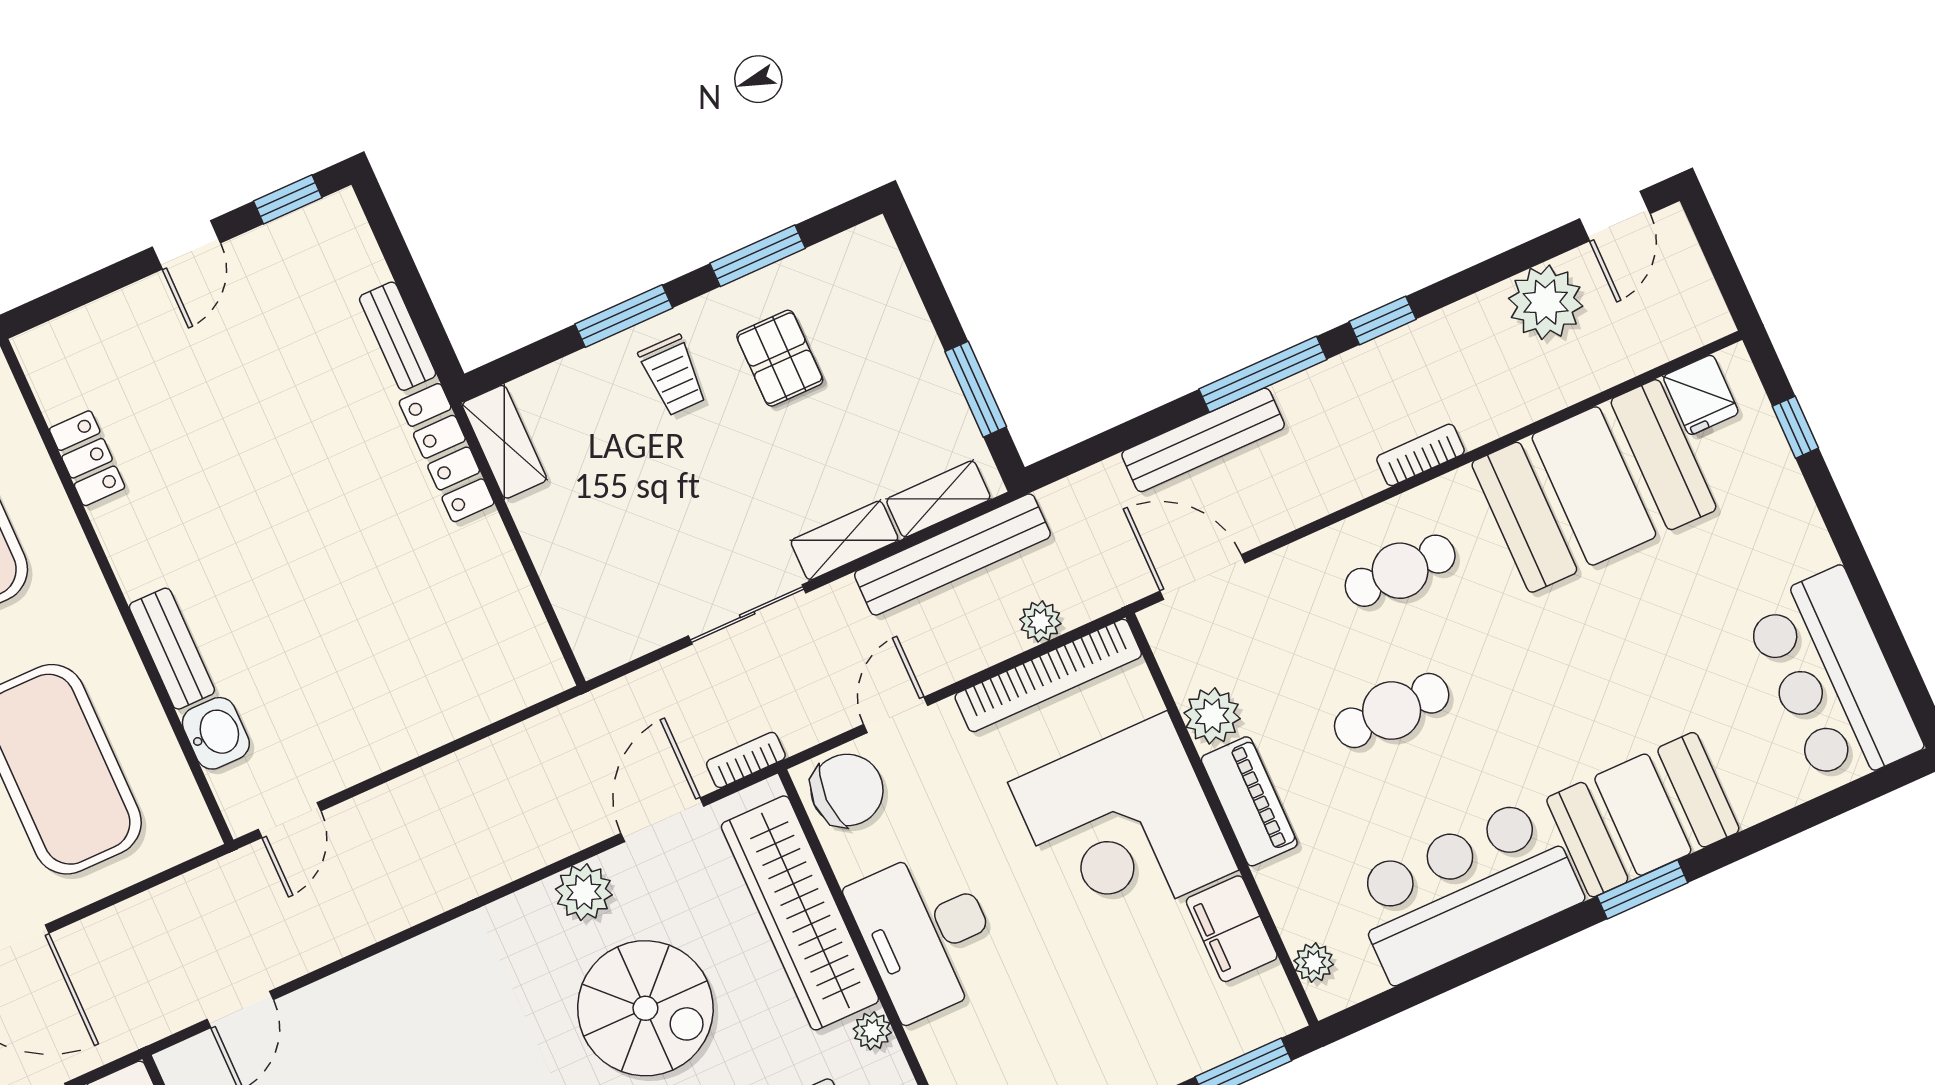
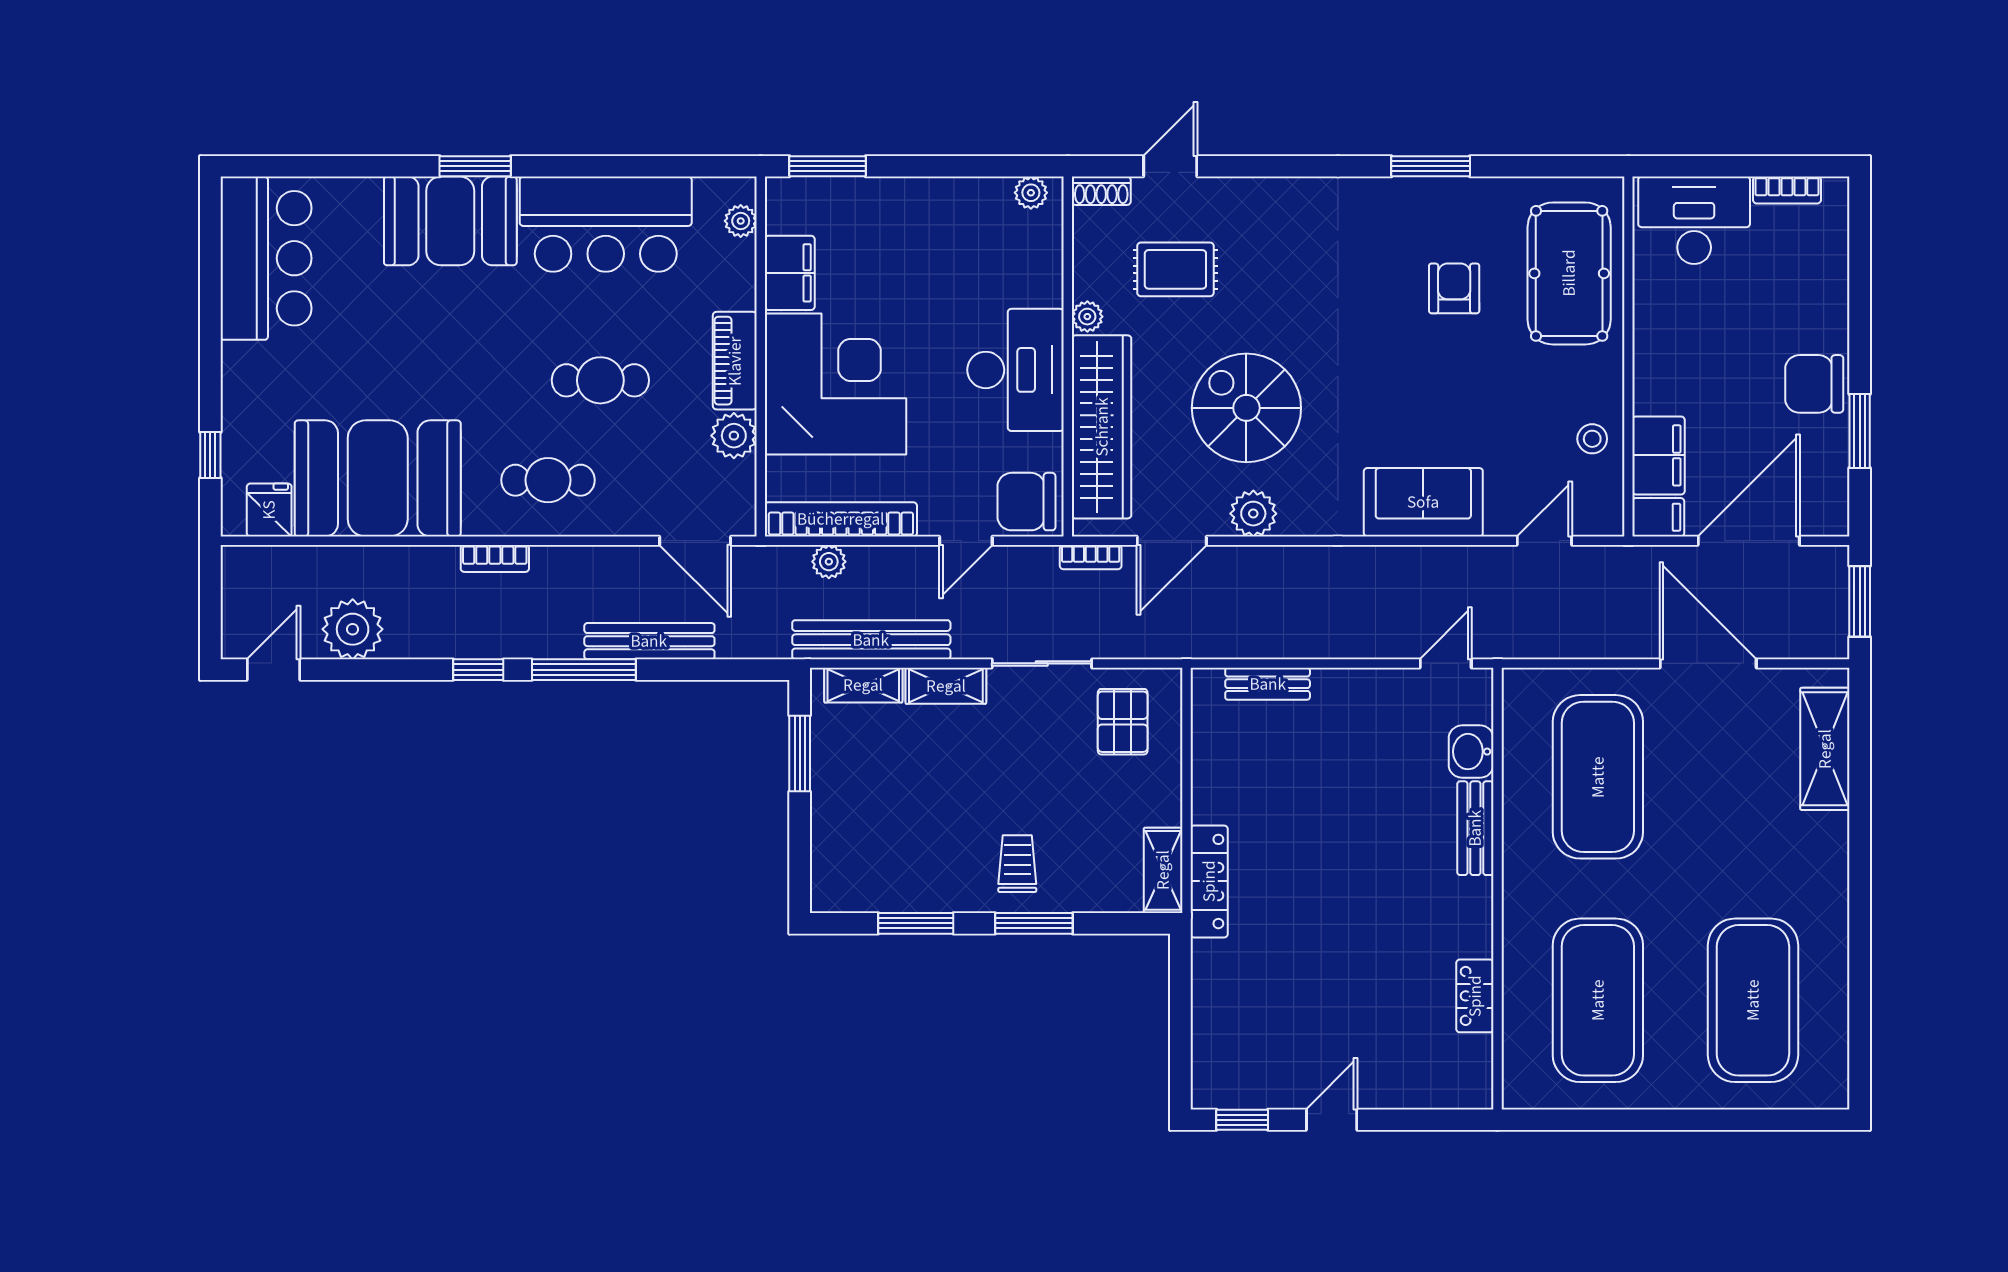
bench: (398, 336) -> (1268, 684), moved, turned 90
pallet: (780, 358) -> (1123, 722), moved
sofa: (397, 991) -> (1423, 502), added

